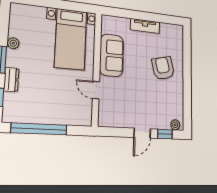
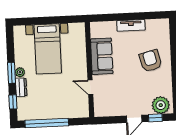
bed with nightstands: (71, 39) -> (48, 49), moved
plant: (13, 43) -> (20, 72), moved
plant: (175, 125) -> (161, 105), width x1.88, depth x1.88

